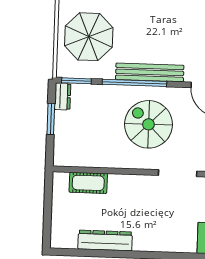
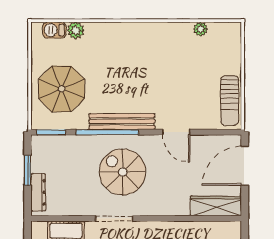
dresser: (63, 96) -> (38, 192), moved, width x1.44
doorway: (178, 173) -> (114, 218), moved

